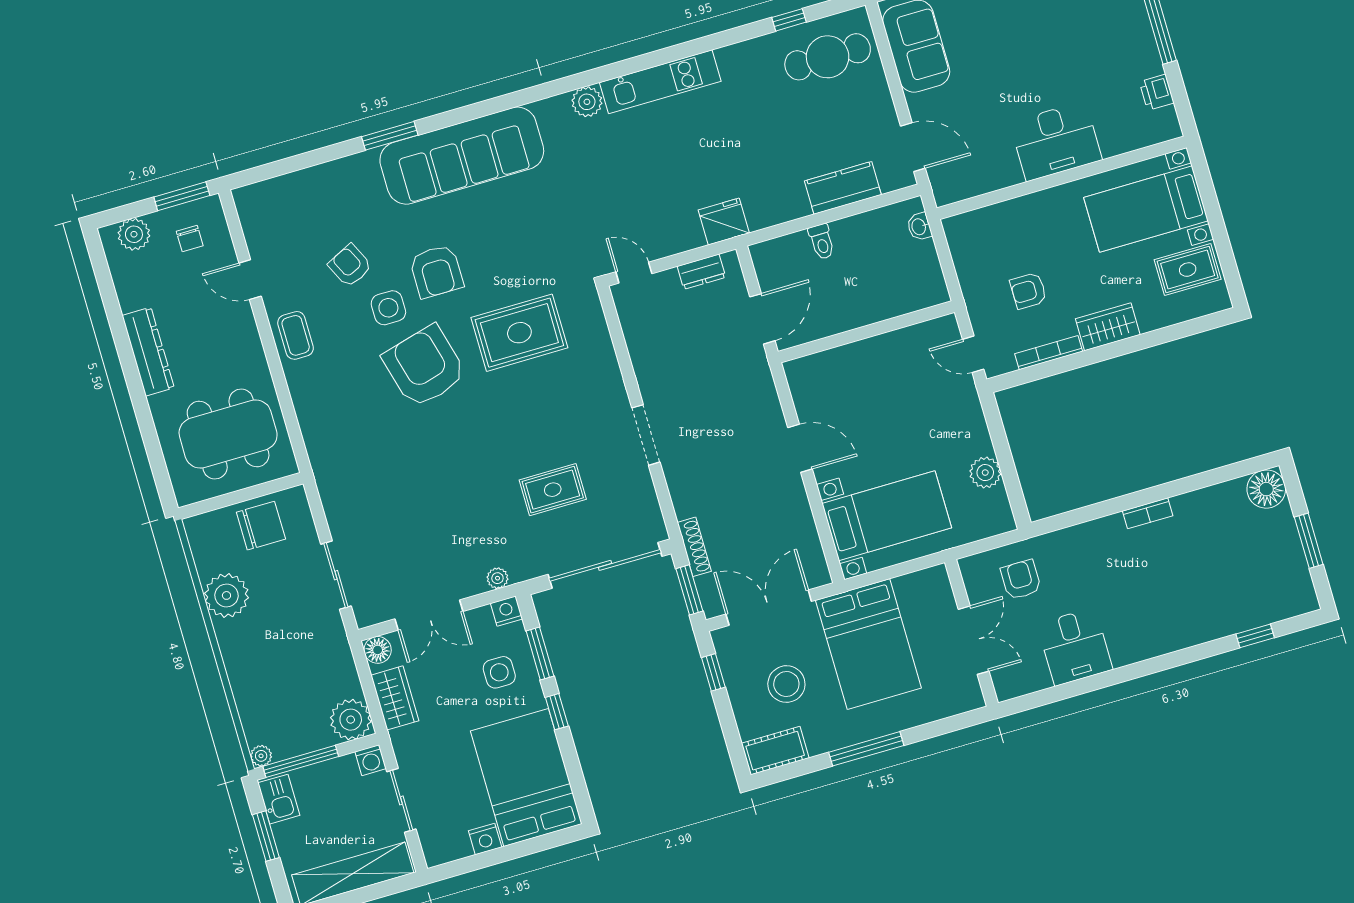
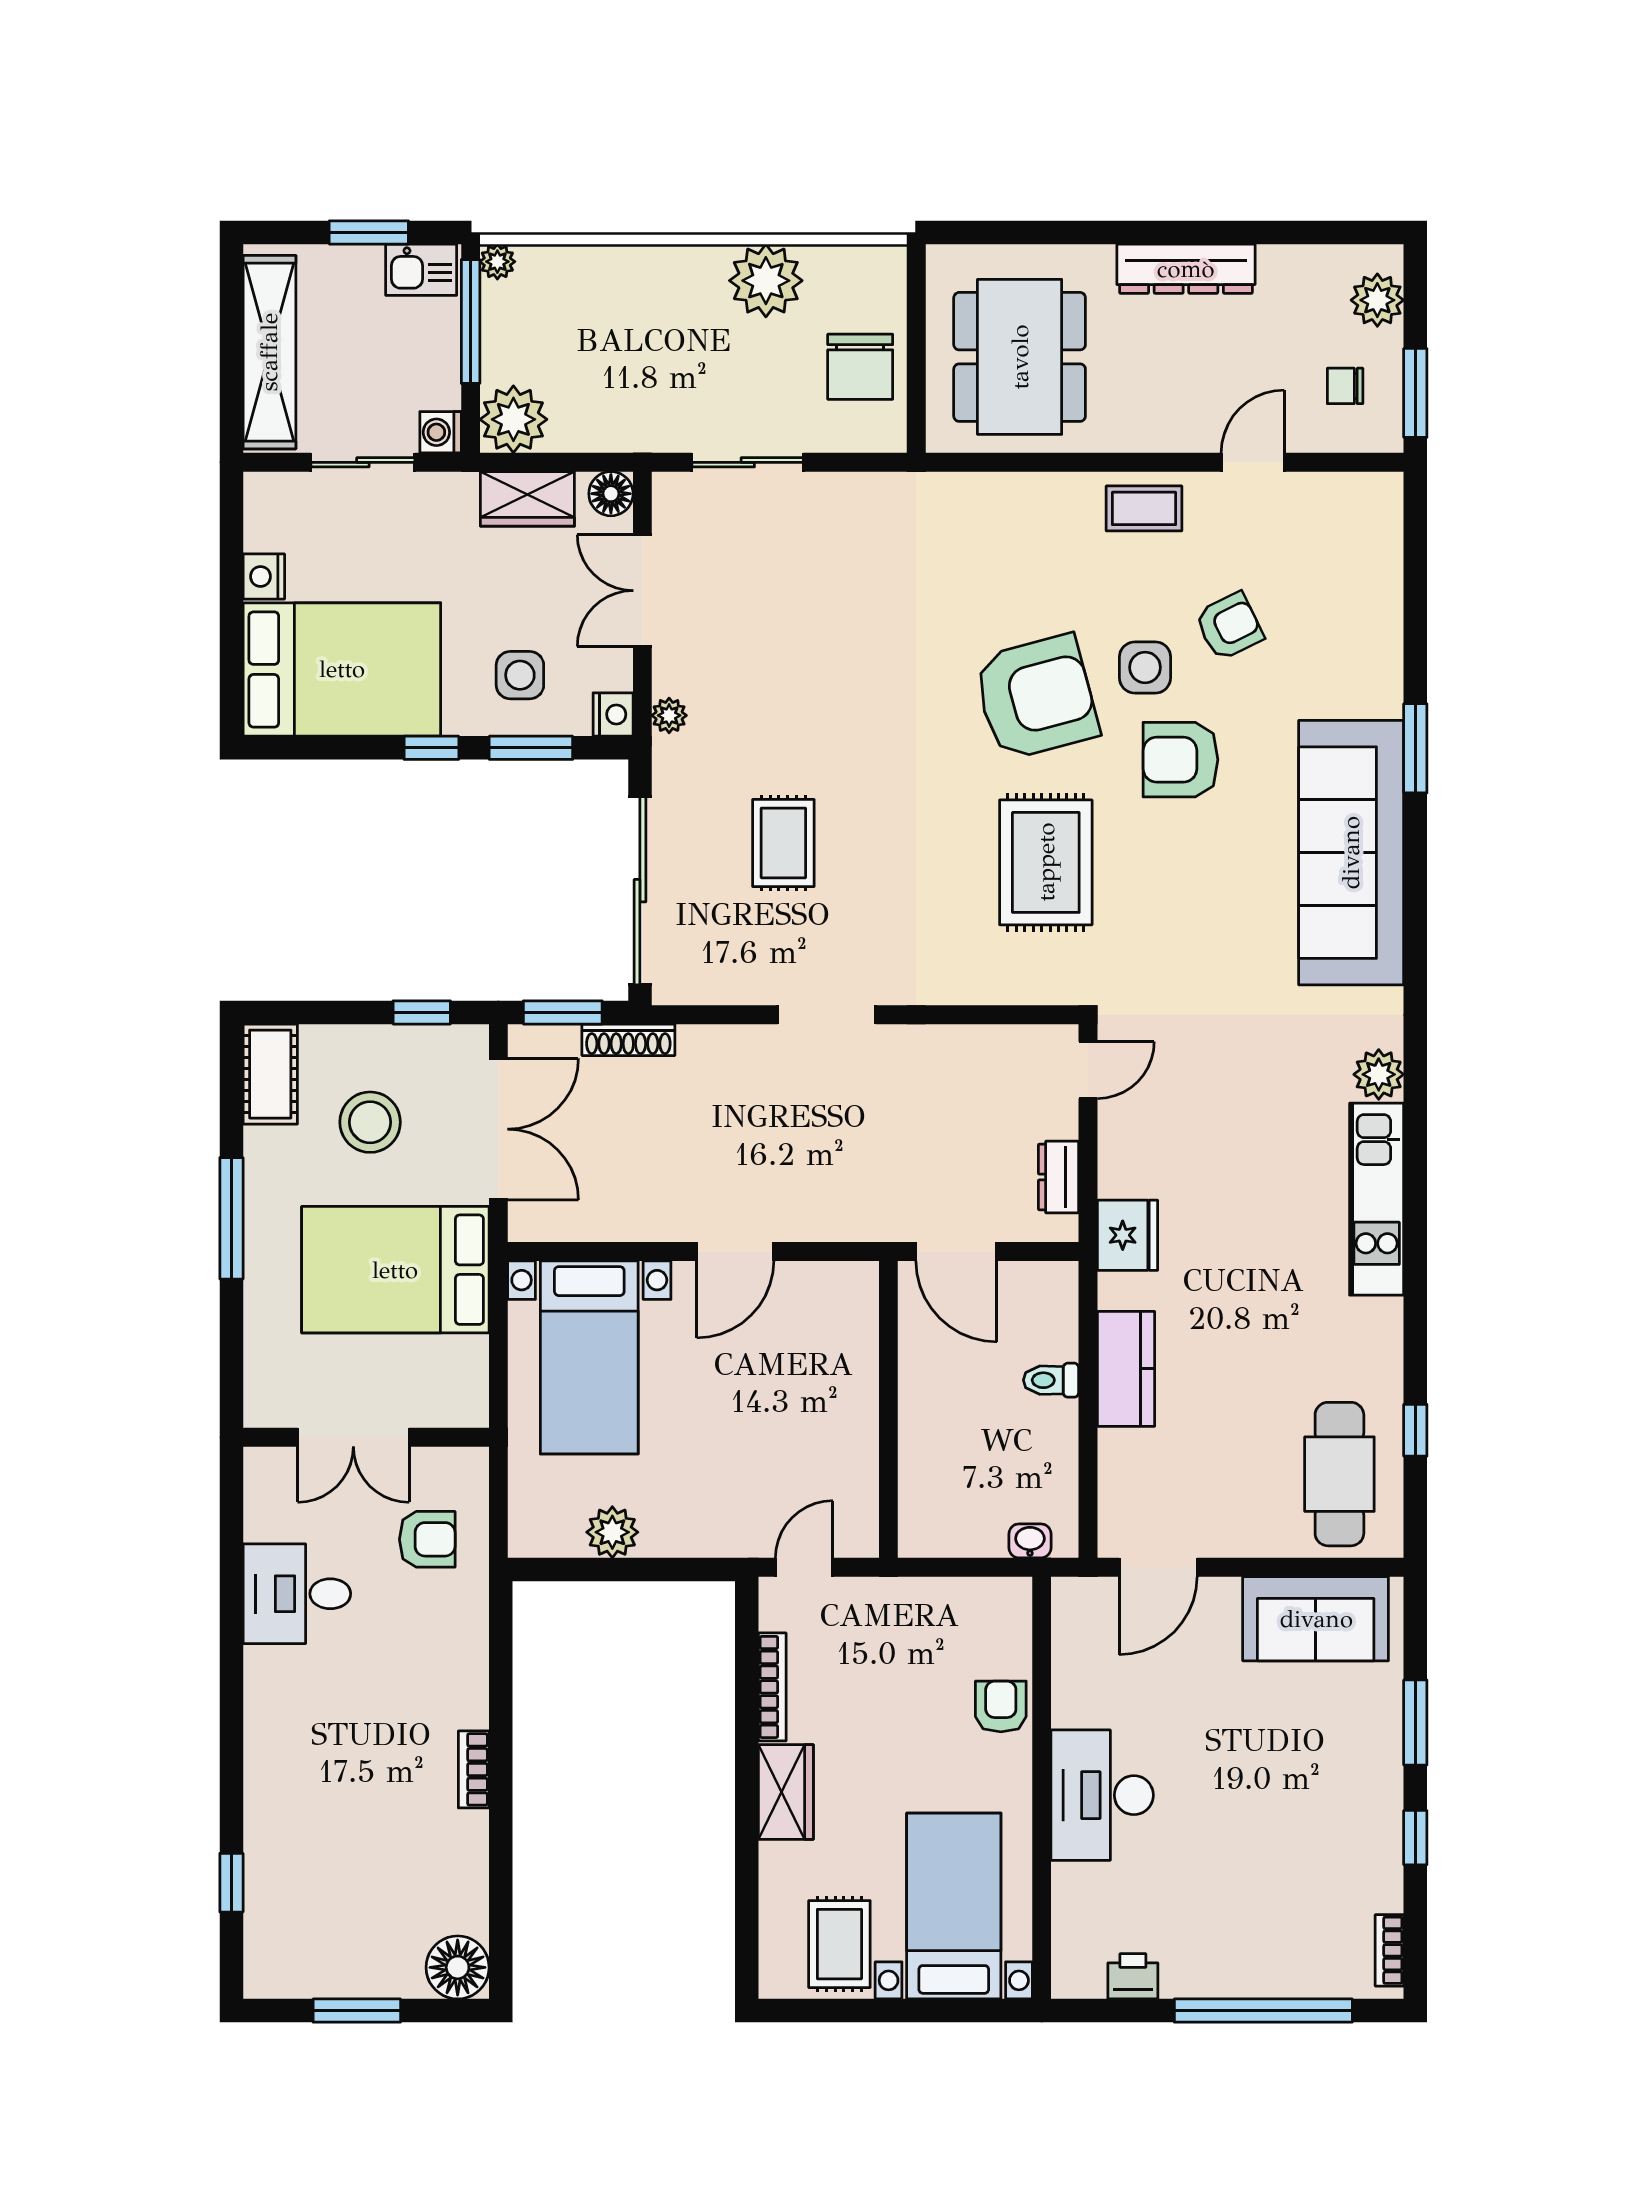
kitchen counter: (843, 188) -> (1126, 1369), moved
armchair: (1028, 291) -> (1001, 1706), moved

